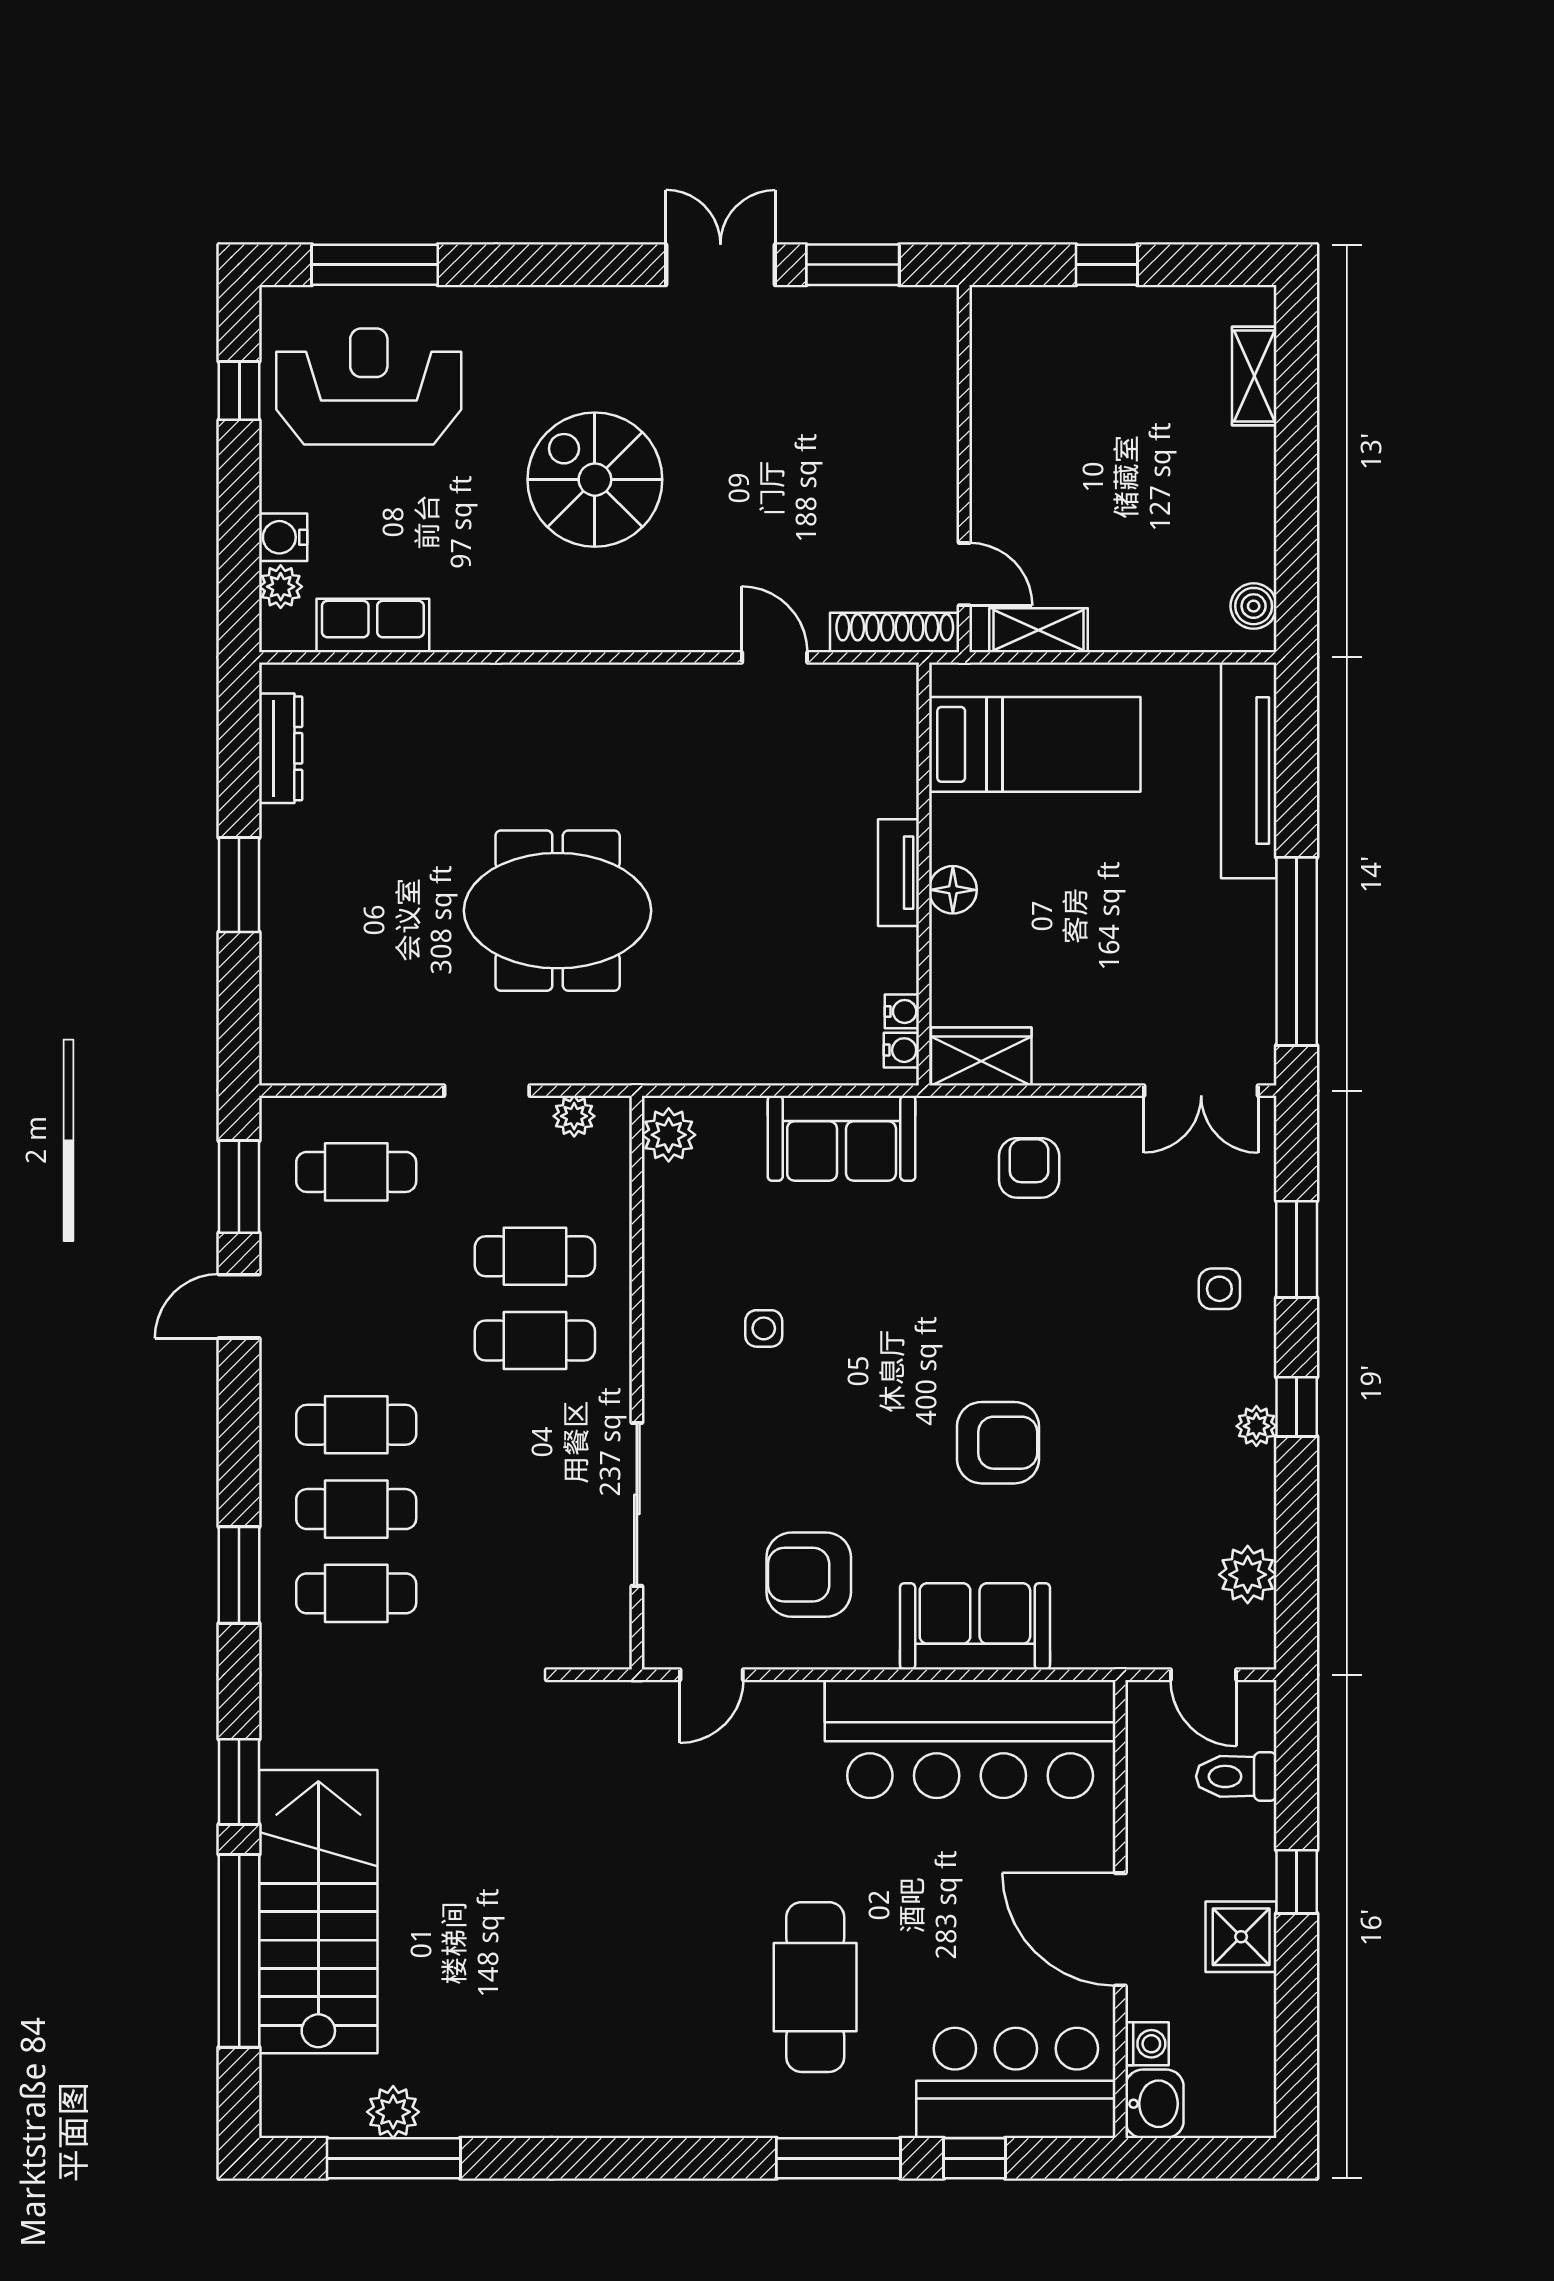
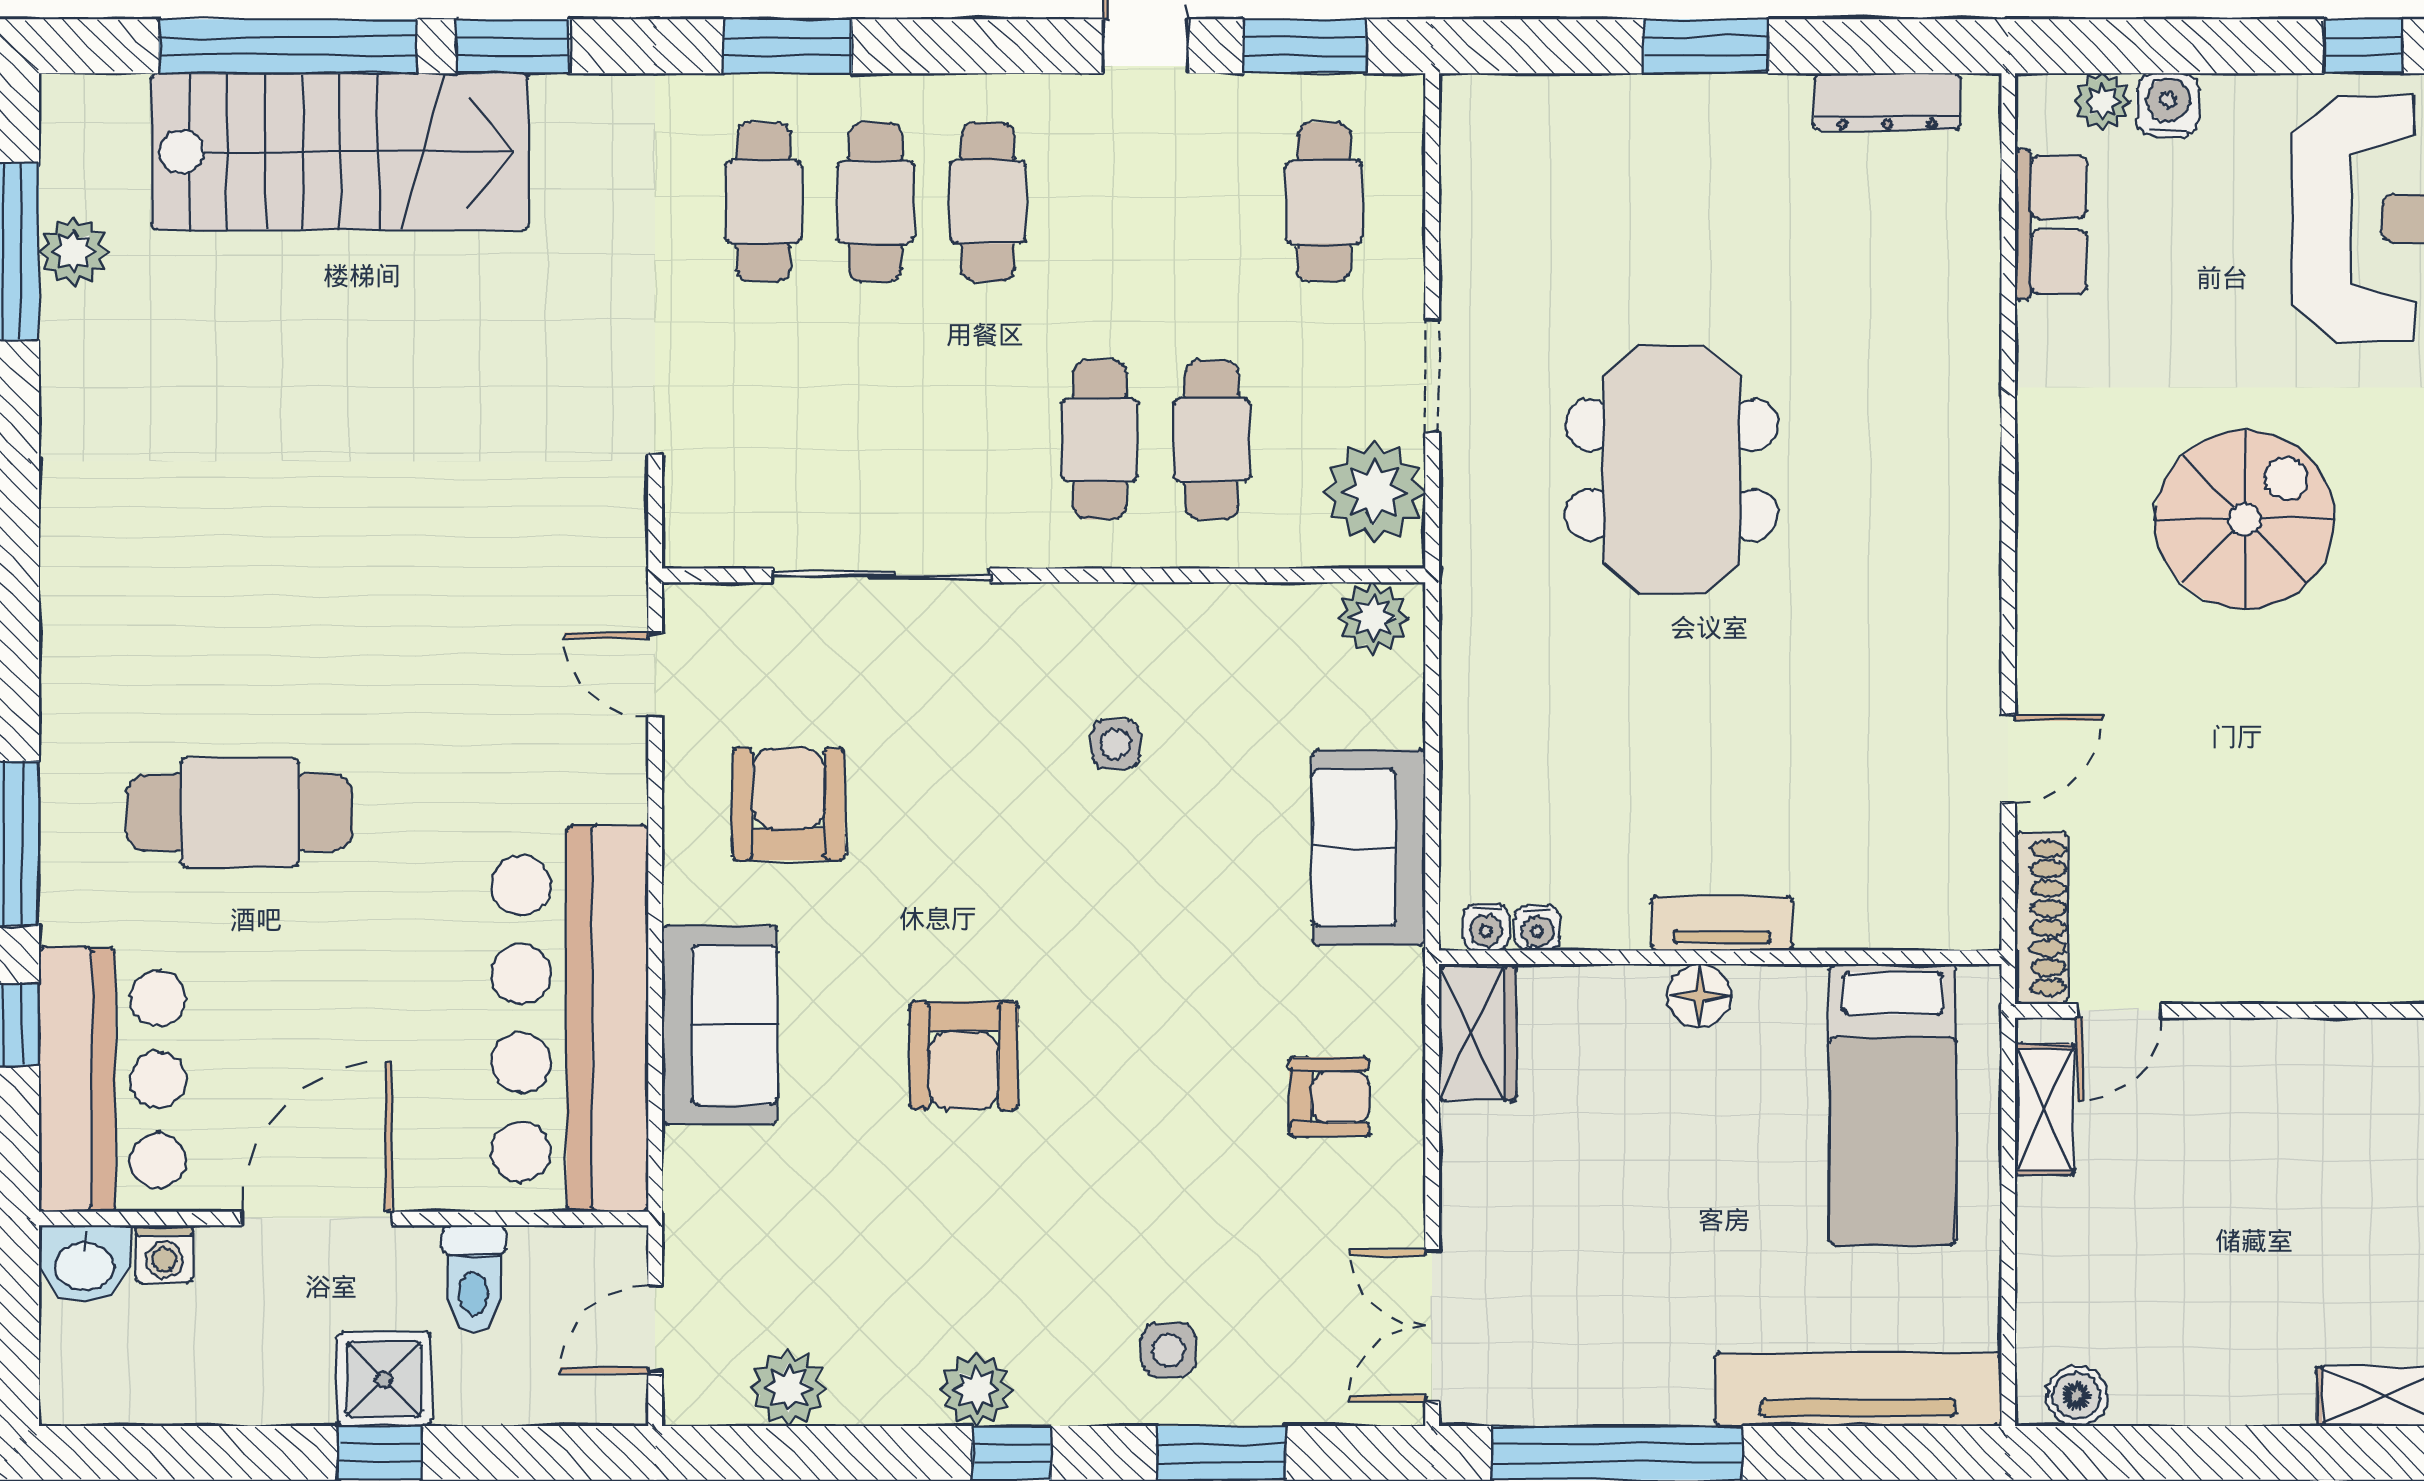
plant: (574, 1116) -> (1374, 492), width x1.88, depth x1.88
plant: (1256, 1426) -> (976, 1389), width x1.38, depth x1.38
toilet: (1236, 1776) -> (474, 1279), moved, turned 180
shower: (1241, 1937) -> (384, 1379), moved

